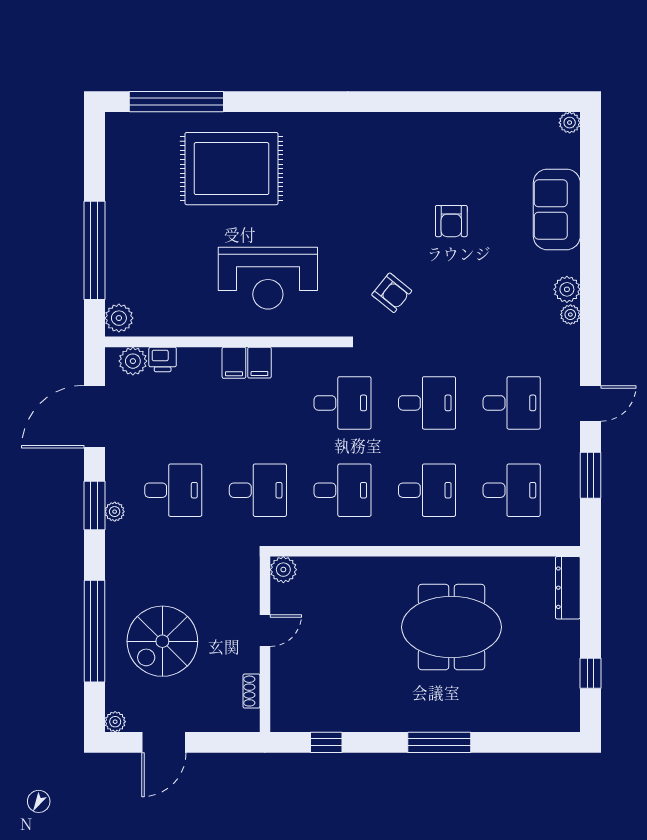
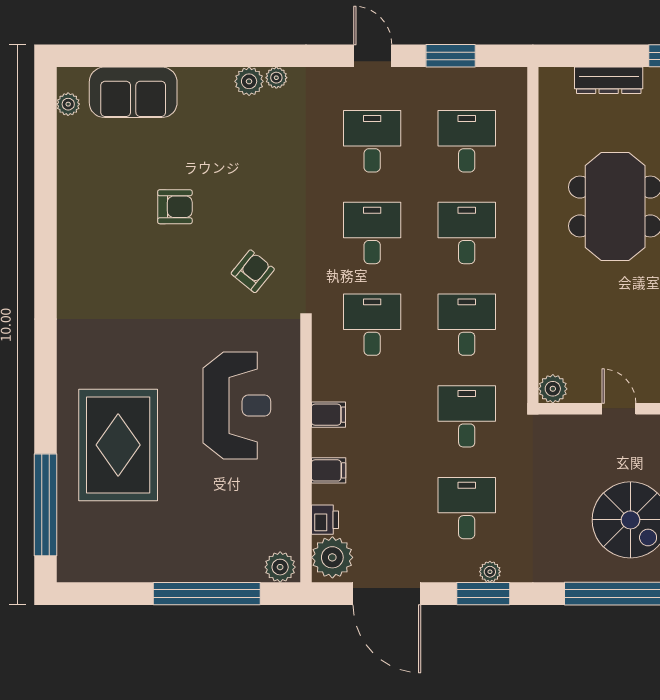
plant: (570, 123) -> (68, 104), moved
sofa: (557, 209) -> (133, 92), moved
plant: (133, 361) -> (332, 557), width x1.36, depth x1.36
filing cabinet: (234, 363) -> (329, 470), moved
dresser: (568, 588) -> (609, 80), moved

